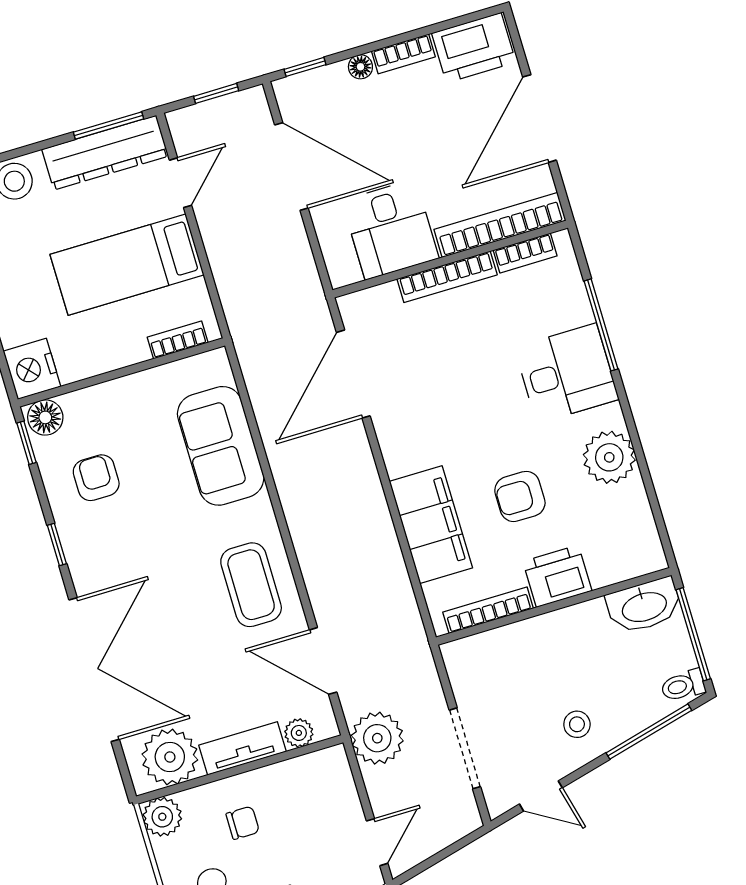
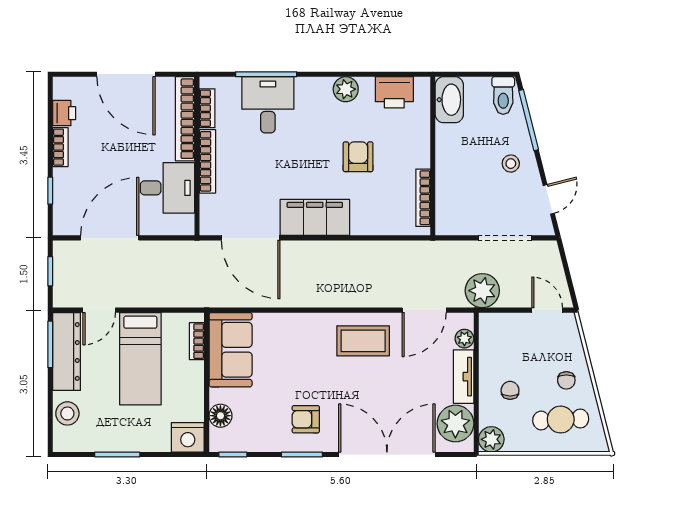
printer: (474, 48) -> (64, 113), width x0.53, depth x0.68
window: (305, 67) -> (50, 191), moved
floor lamp: (360, 67) -> (60, 176), removed
door: (180, 183) -> (99, 310), swing flipped
desk: (567, 373) -> (268, 105), moved
floor lamp: (45, 417) -> (220, 416), moved
sofa: (221, 446) -> (231, 350), moved, turned -90
plant: (609, 457) -> (346, 89), width x0.73, depth x0.73
armchair: (96, 478) -> (306, 419), moved
armchair: (520, 496) -> (358, 157), turned 180
filing cabinet: (431, 525) -> (315, 217), moved
window: (57, 545) -> (302, 455), width x1.50
printer: (557, 576) -> (394, 92), moved, turned -90
window: (693, 634) -> (476, 74), removed
toilet: (683, 686) -> (503, 95), width x1.37, depth x1.39

